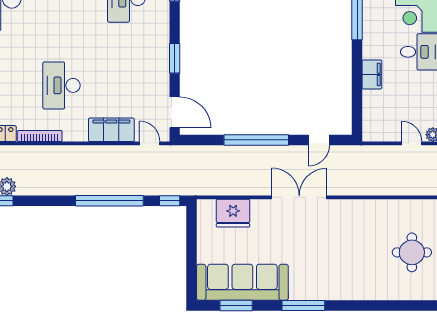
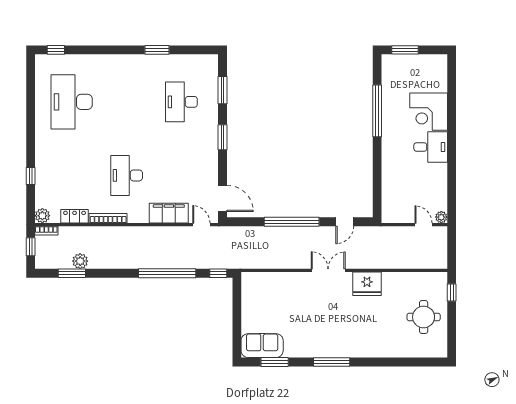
window: (175, 58) -> (222, 137), moved
filing cabinet: (372, 74) -> (390, 166), removed
double door: (299, 197) -> (328, 270), width x0.73
fridge: (233, 213) -> (367, 284), moved
sofa: (242, 282) -> (262, 346), width x0.54, depth x0.79

